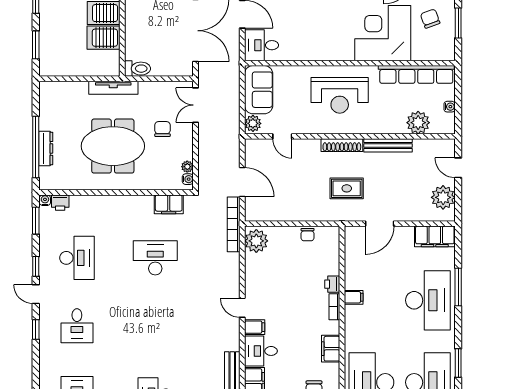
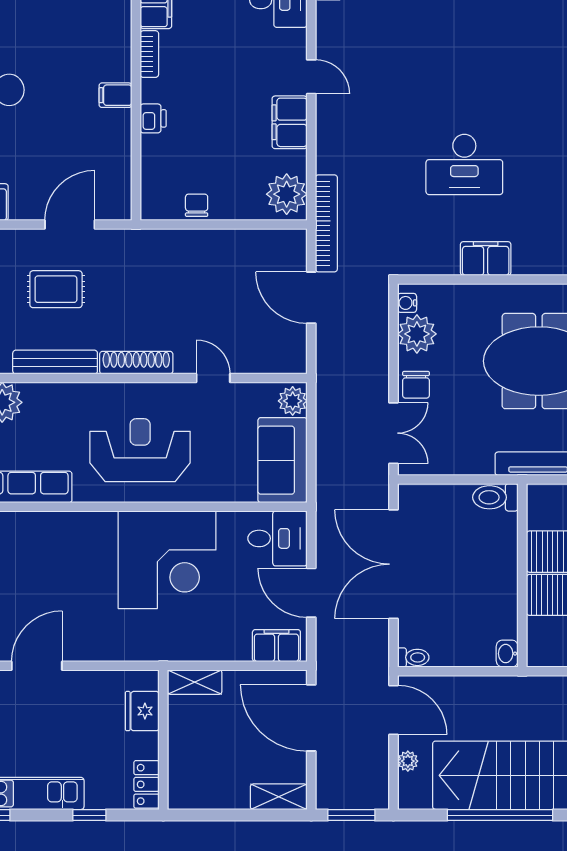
corner desk: (383, 33) -> (167, 560), moved
chair: (162, 129) -> (416, 385), moved
door: (282, 136) -> (213, 378), moved
plant: (187, 167) -> (417, 334), width x1.87, depth x1.87
rug: (347, 188) -> (56, 289), moved
filing cabinet: (169, 204) -> (486, 258), moved
bookcase: (334, 307) -> (149, 54), moved
filing cabinet: (255, 327) -> (290, 122), moved, width x2.00

